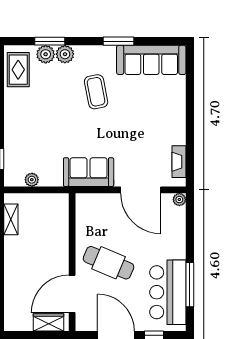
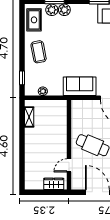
coffee table: (96, 92) -> (39, 52), moved
door: (72, 294) -> (69, 165), width x0.53

